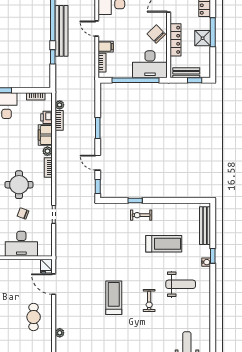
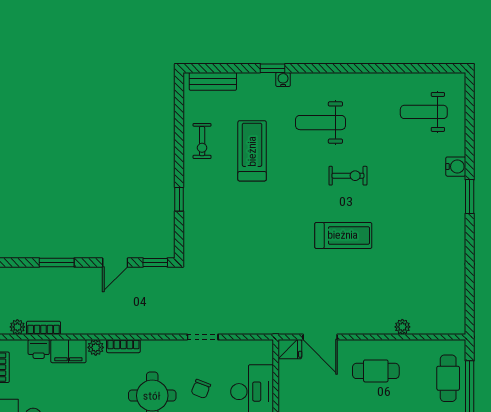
exercise bike: (141, 215) -> (202, 141), moved
bench: (205, 226) -> (213, 81), width x0.73
door: (54, 284) -> (320, 337), hinge flipped
weight bench: (181, 284) -> (321, 123), turned -90
treadmill: (114, 298) -> (343, 235), turned 180

